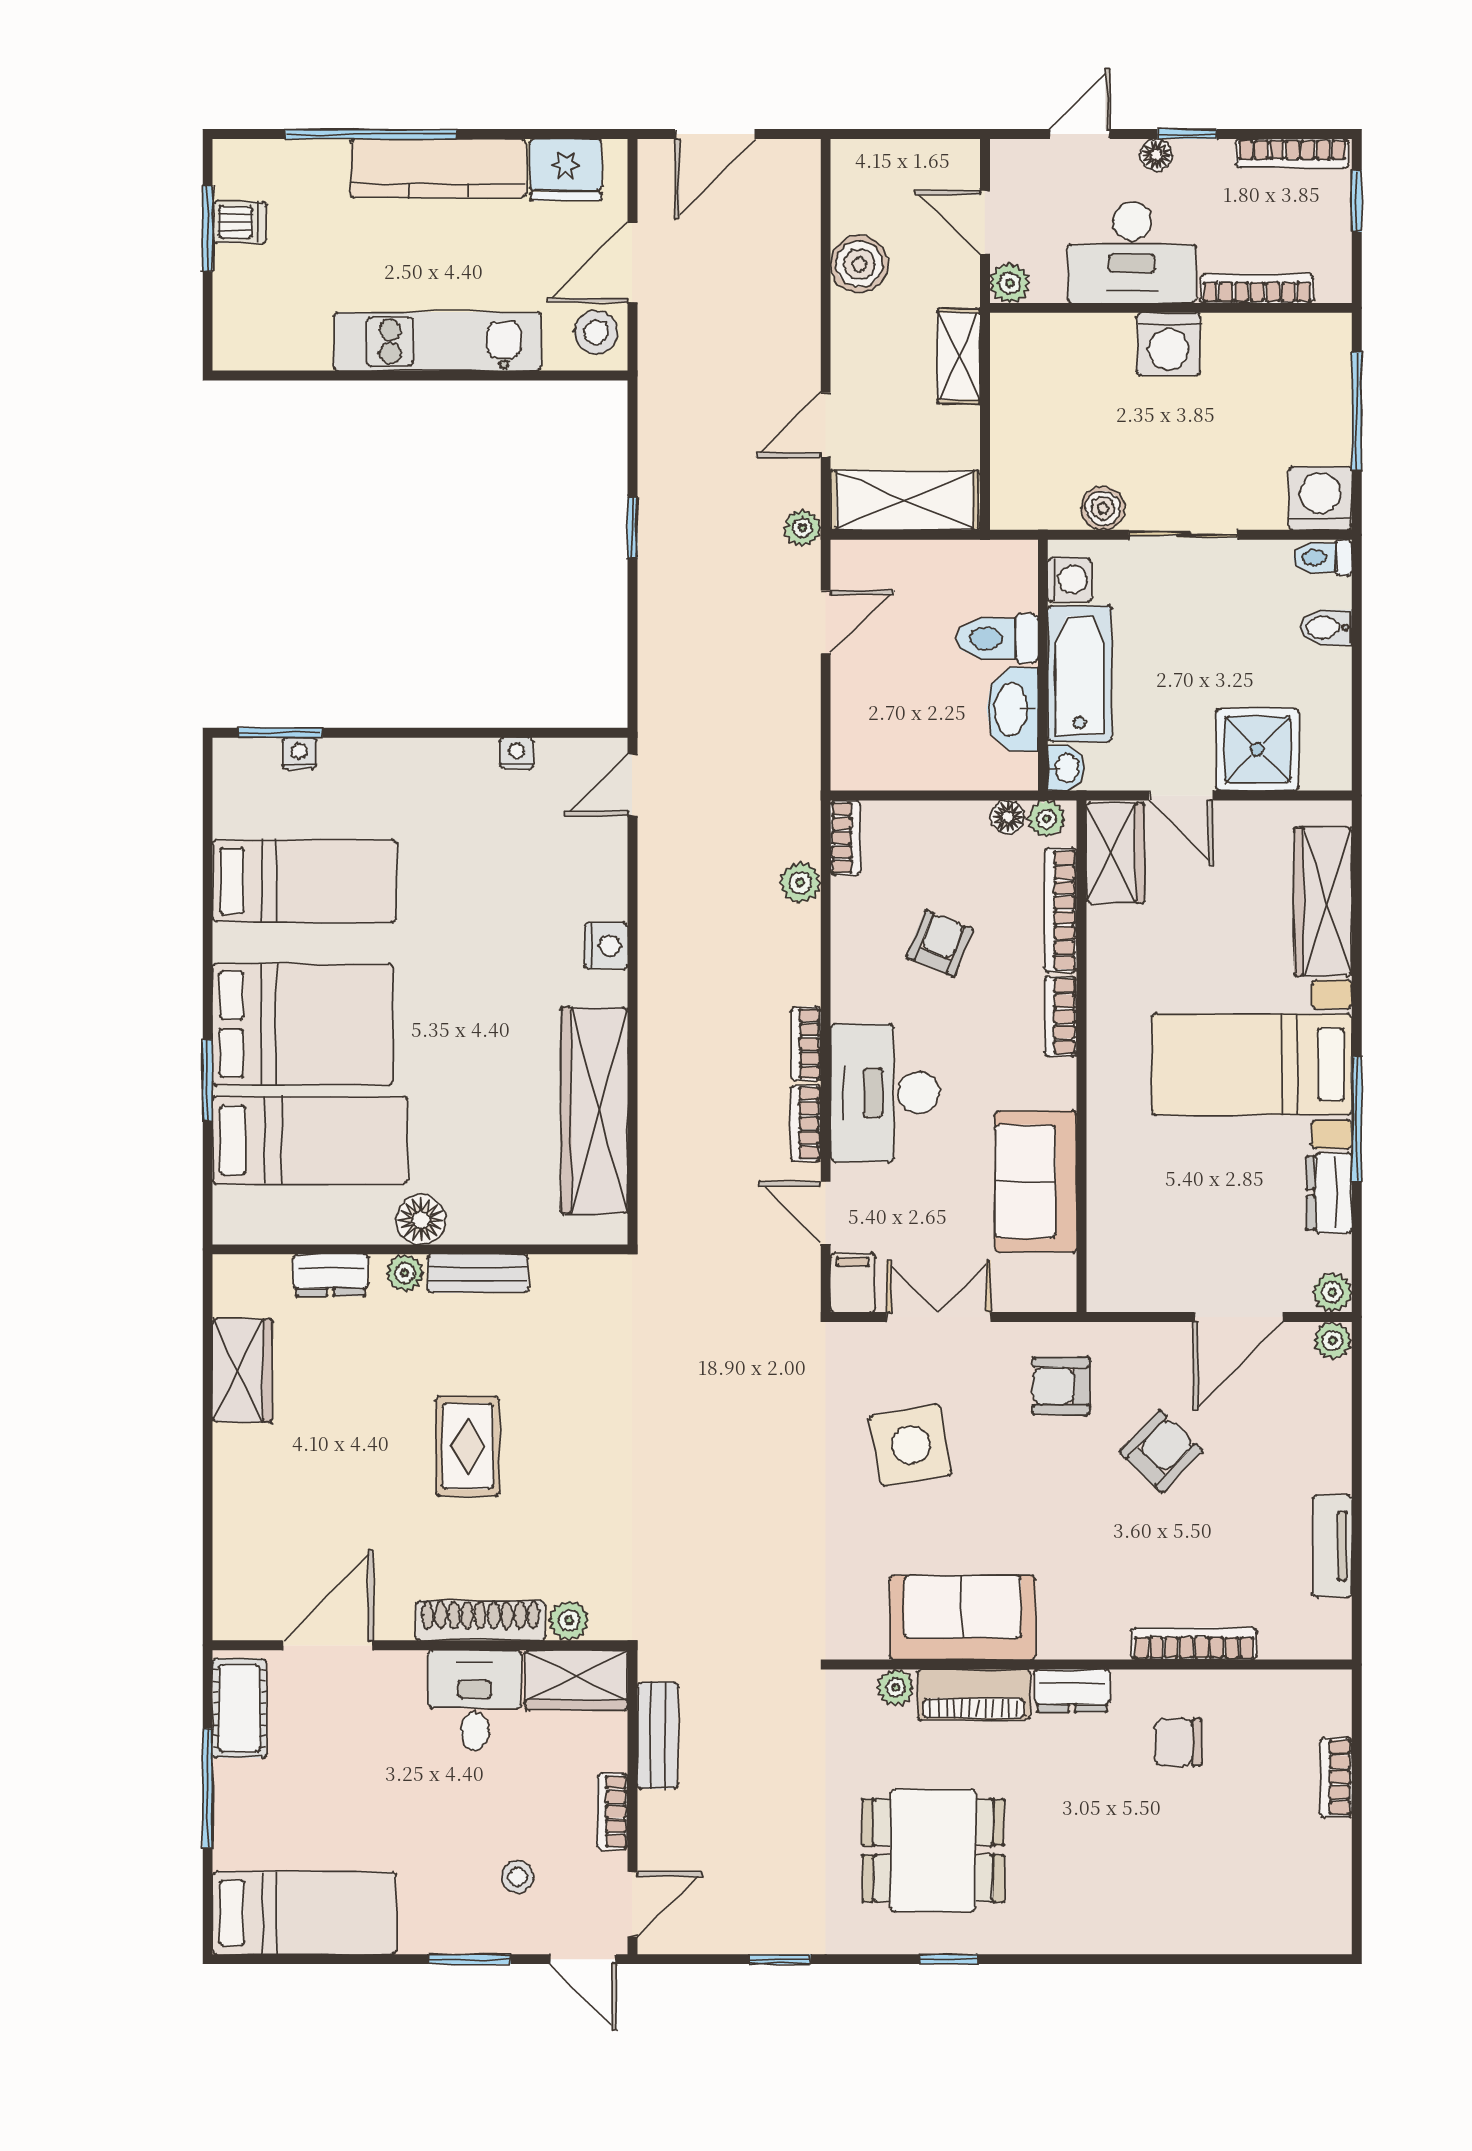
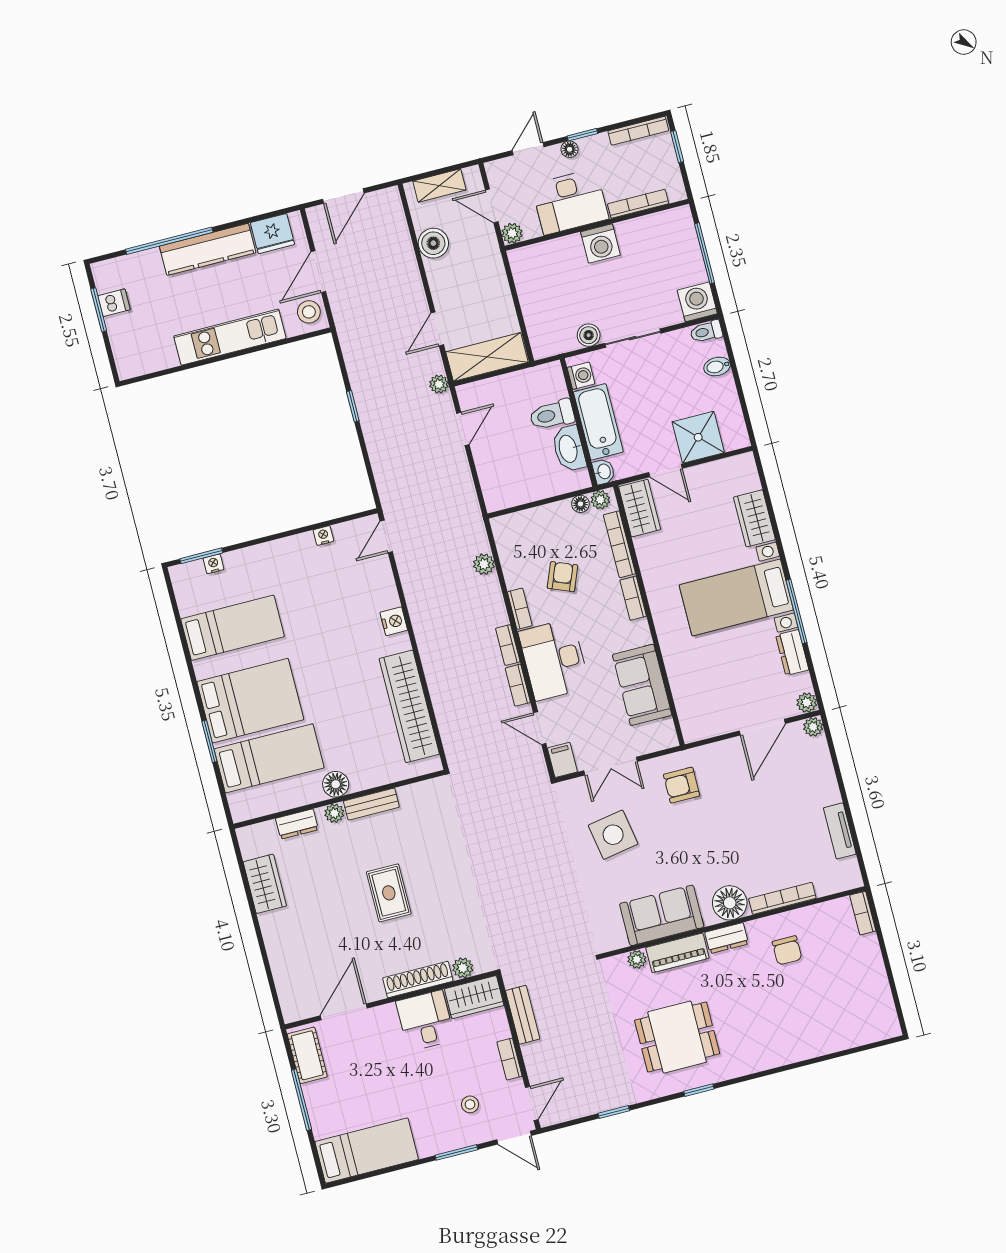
shelving: (959, 356) -> (439, 186), moved, turned 90
bookcase: (845, 838) -> (520, 609), moved
wardrobe: (1323, 902) -> (754, 518), width x0.67
double door: (939, 1317) -> (610, 766), swing flipped
armchair: (1161, 1451) -> (741, 805), removed
floor lamp: (1094, 1627) -> (730, 903), added
chair: (1178, 1742) -> (787, 950), turned -90
bookcase: (1336, 1777) -> (863, 913), moved

